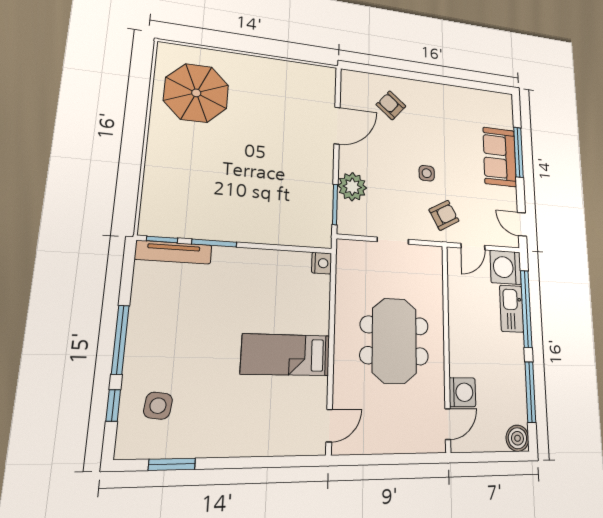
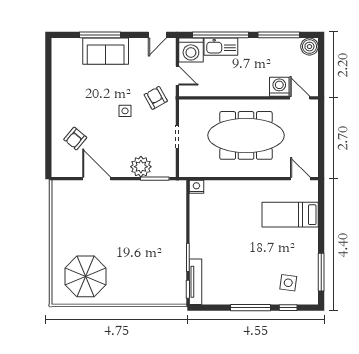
meeting table: (394, 340) -> (246, 135), width x1.36
bed: (286, 355) -> (290, 215), moved, turned 90
window: (172, 464) -> (321, 272), width x1.44

